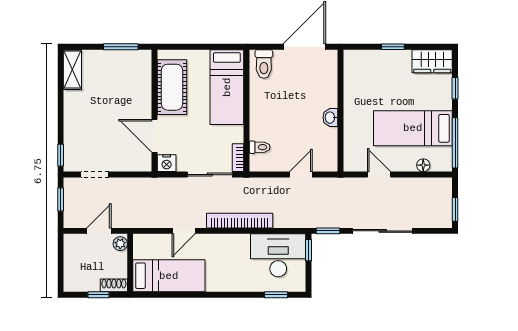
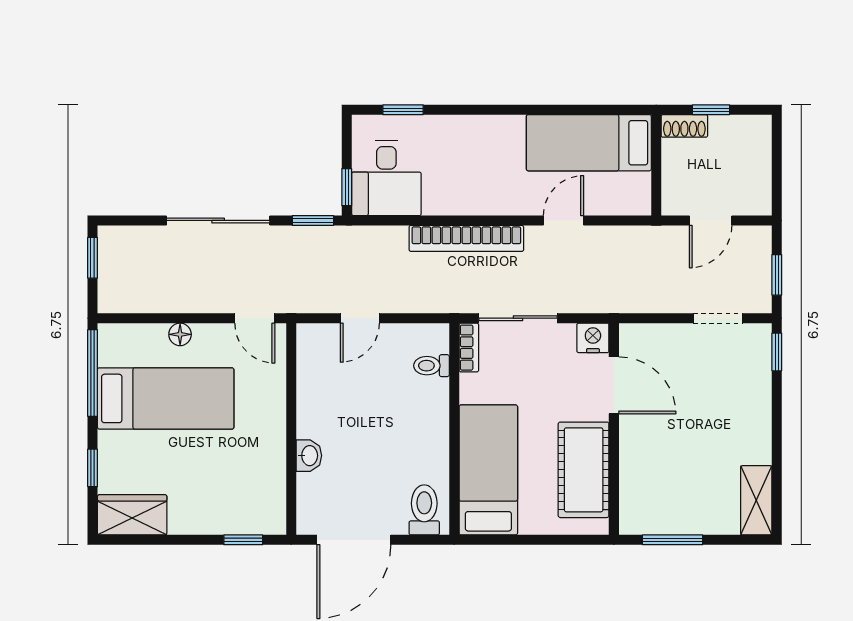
window: (393, 47) -> (243, 540), moved
washbasin: (330, 118) -> (309, 456), moved
floor lamp: (423, 165) -> (180, 334), moved
door: (379, 175) -> (255, 318), moved
plant: (120, 244) -> (673, 198), removed
desk: (278, 255) -> (386, 178), width x0.73

